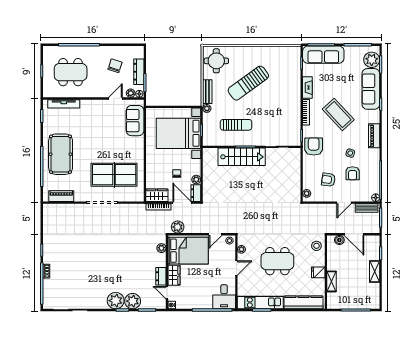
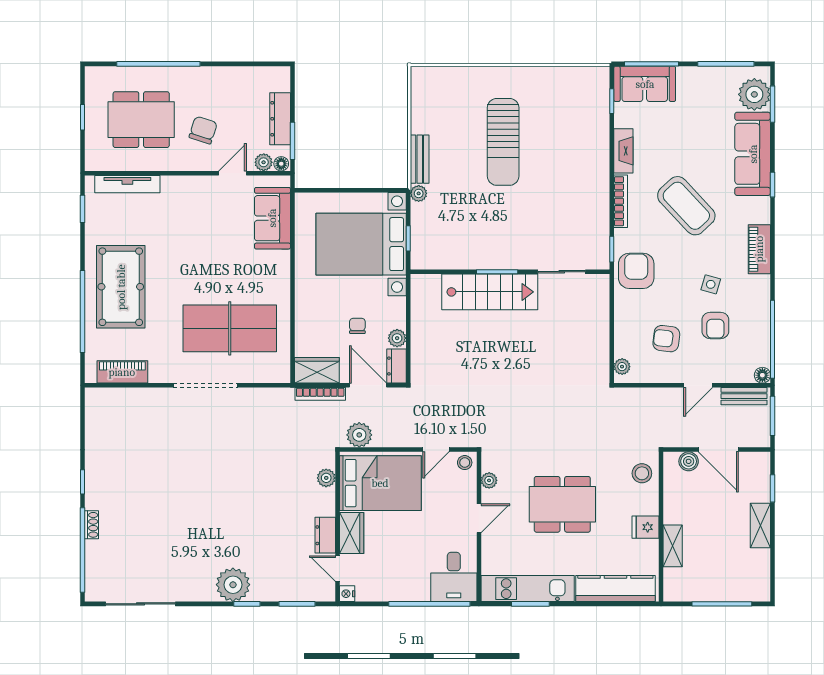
sofa: (323, 55) -> (645, 84), width x0.73
round table: (216, 61) -> (438, 97), removed
chair: (115, 66) -> (203, 130), moved
sun lounger: (248, 83) -> (503, 142), turned -54
sun lounger: (236, 125) -> (478, 227), removed
plant: (133, 301) -> (268, 586), removed

